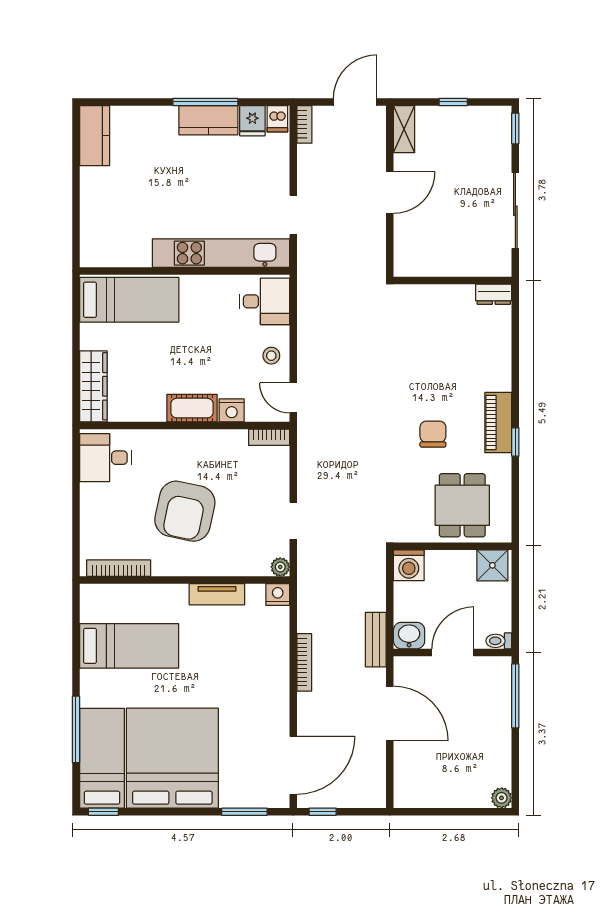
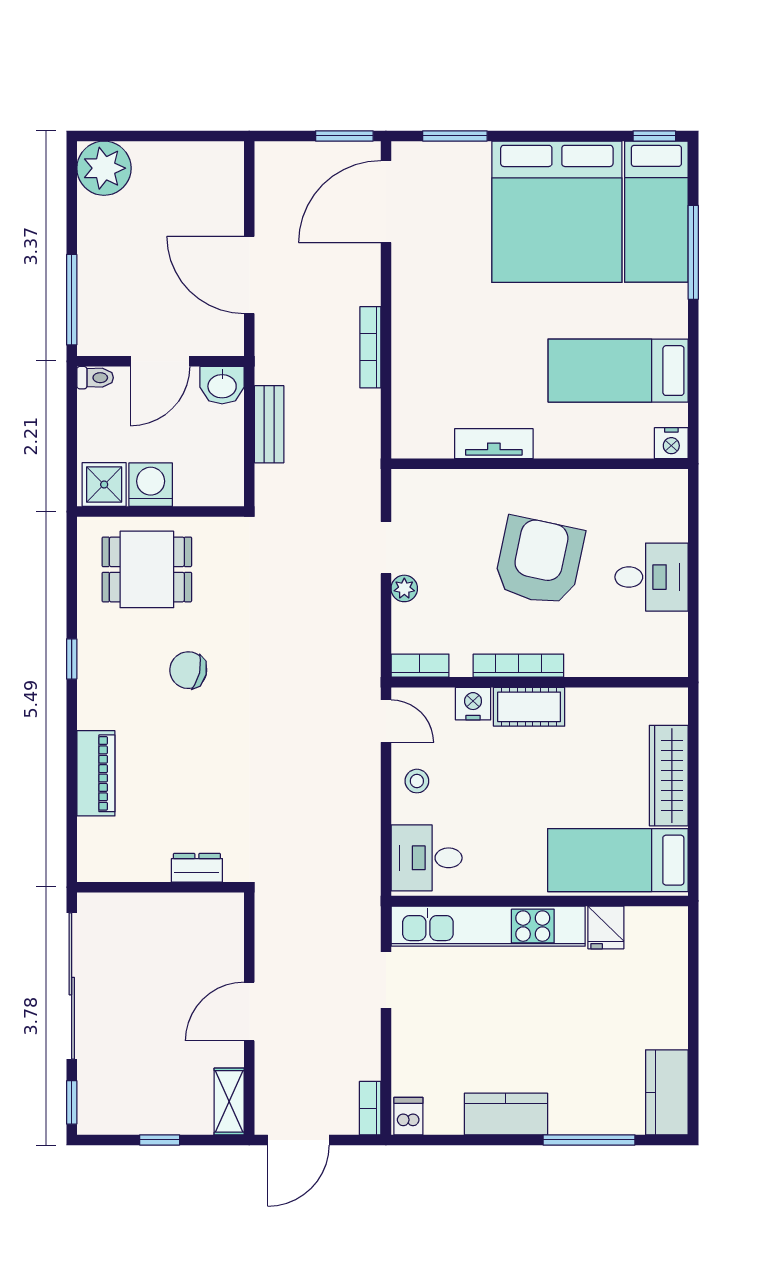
window: (205, 102) -> (589, 1140), moved
fridge: (252, 121) -> (606, 927), moved, turned 180
sliding door: (515, 211) -> (72, 986), width x1.36
dresser: (494, 294) -> (197, 868), moved
wardrobe: (93, 386) -> (669, 776), moved
piano: (498, 423) -> (96, 773), moved
chair: (433, 434) -> (188, 670), turned 103
desk: (105, 458) -> (651, 577), moved
dining table: (462, 505) -> (147, 569), turned 90
washing machine: (409, 565) -> (151, 485), moved
plant: (280, 567) -> (404, 588), moved
bookcase: (119, 568) -> (518, 666), moved, turned 180
nightstand: (278, 595) -> (671, 443), moved
bench: (376, 640) -> (269, 424), moved
plant: (502, 798) -> (104, 168), width x1.88, depth x1.88
window: (323, 812) -> (344, 136), width x1.50

